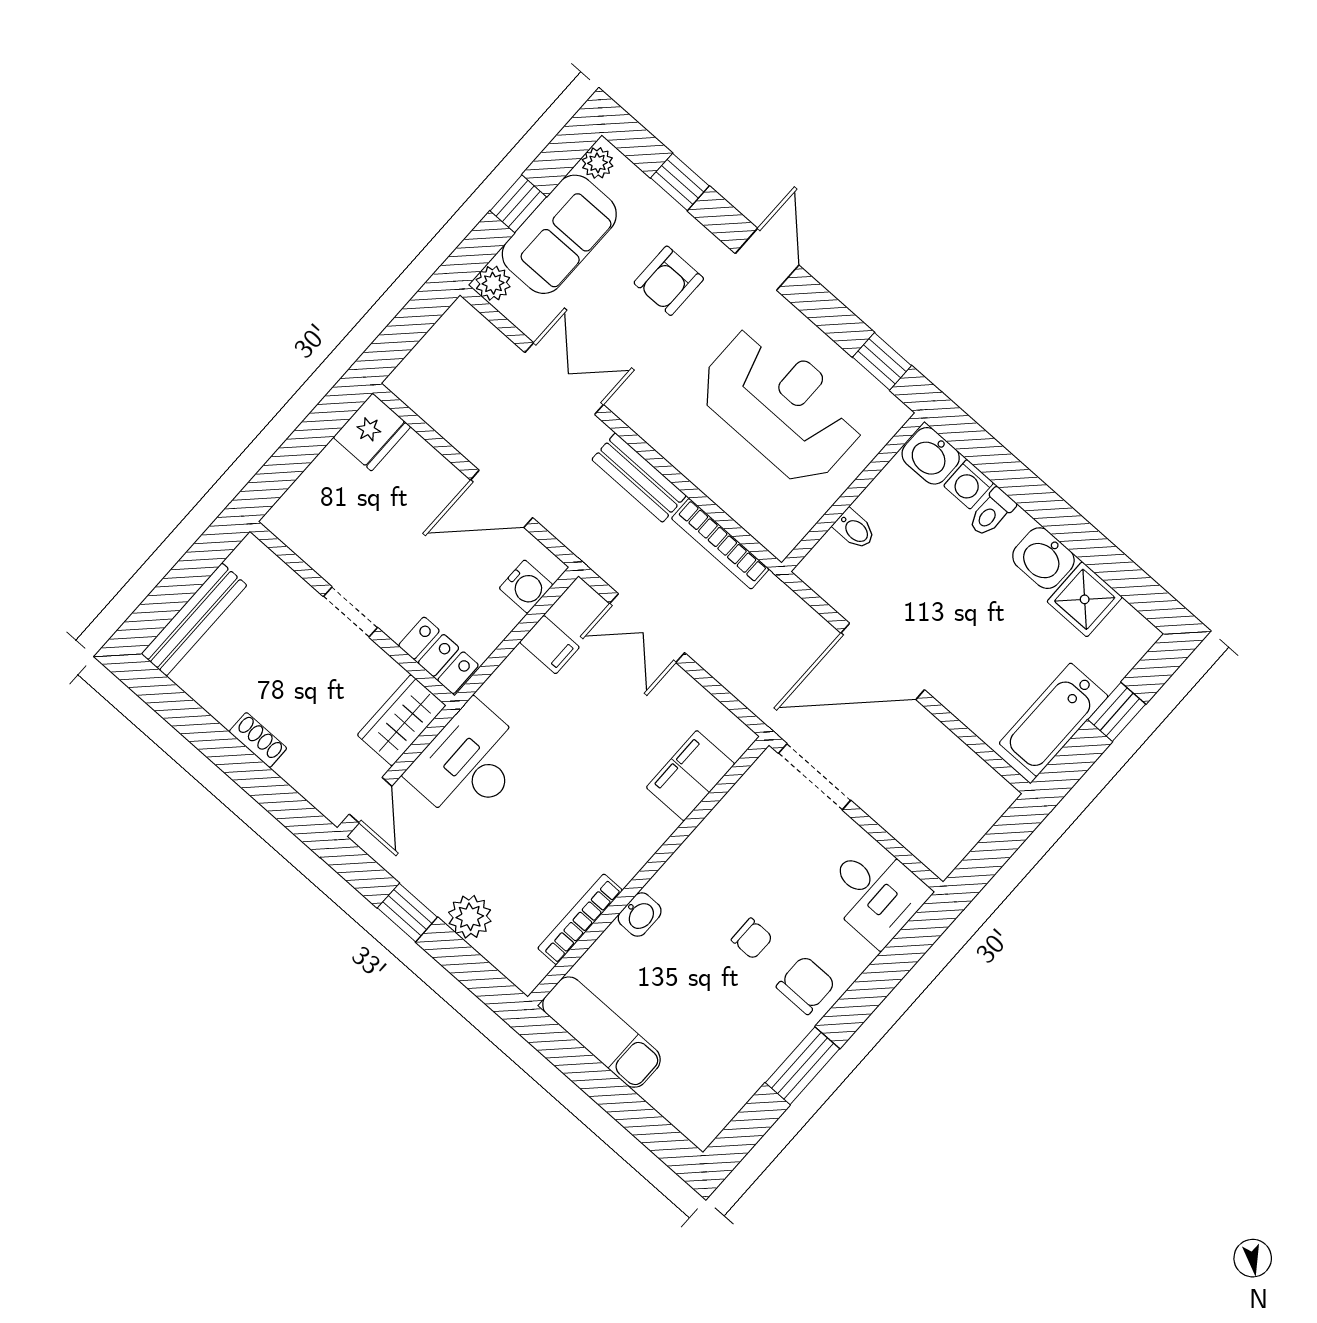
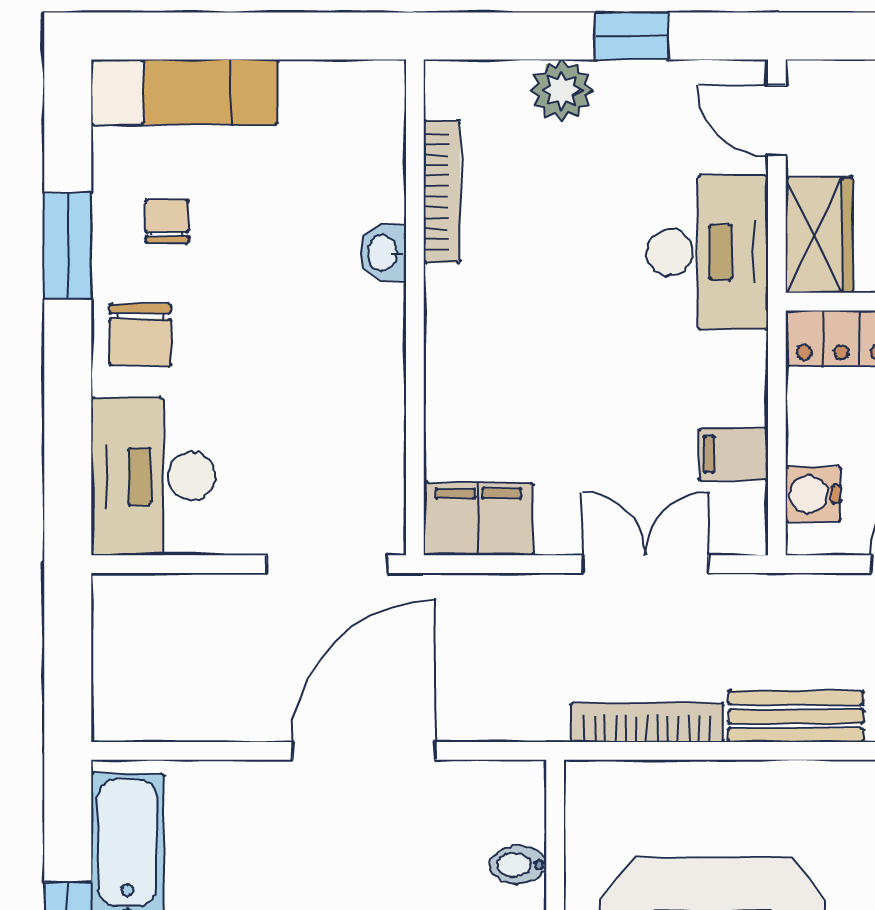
filing cabinet: (690, 776) -> (478, 519), moved, turned -90
desk: (875, 893) -> (153, 476), width x1.37
chair: (752, 939) -> (167, 221), moved, turned 90
exam couch: (601, 1032) -> (184, 92), moved

